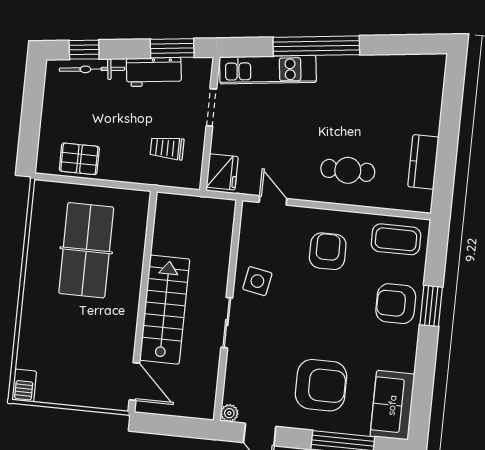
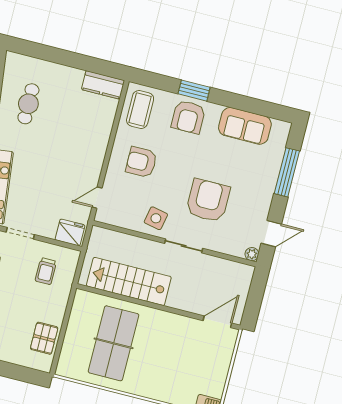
kitchen counter: (423, 162) -> (103, 85), moved
cafe table: (348, 170) -> (28, 104), moved
table tennis table: (86, 250) -> (114, 343), turned 90
stairs: (165, 310) -> (129, 281), moved
armchair: (321, 385) -> (208, 200), moved
sofa: (392, 405) -> (245, 126), moved

